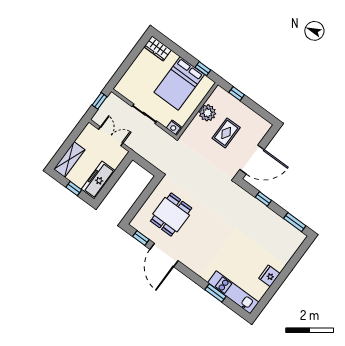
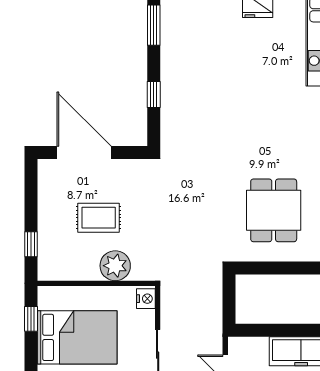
plant: (207, 113) -> (115, 266), moved
door: (252, 160) -> (84, 153), moved
dining table: (171, 215) -> (274, 210), turned 90

